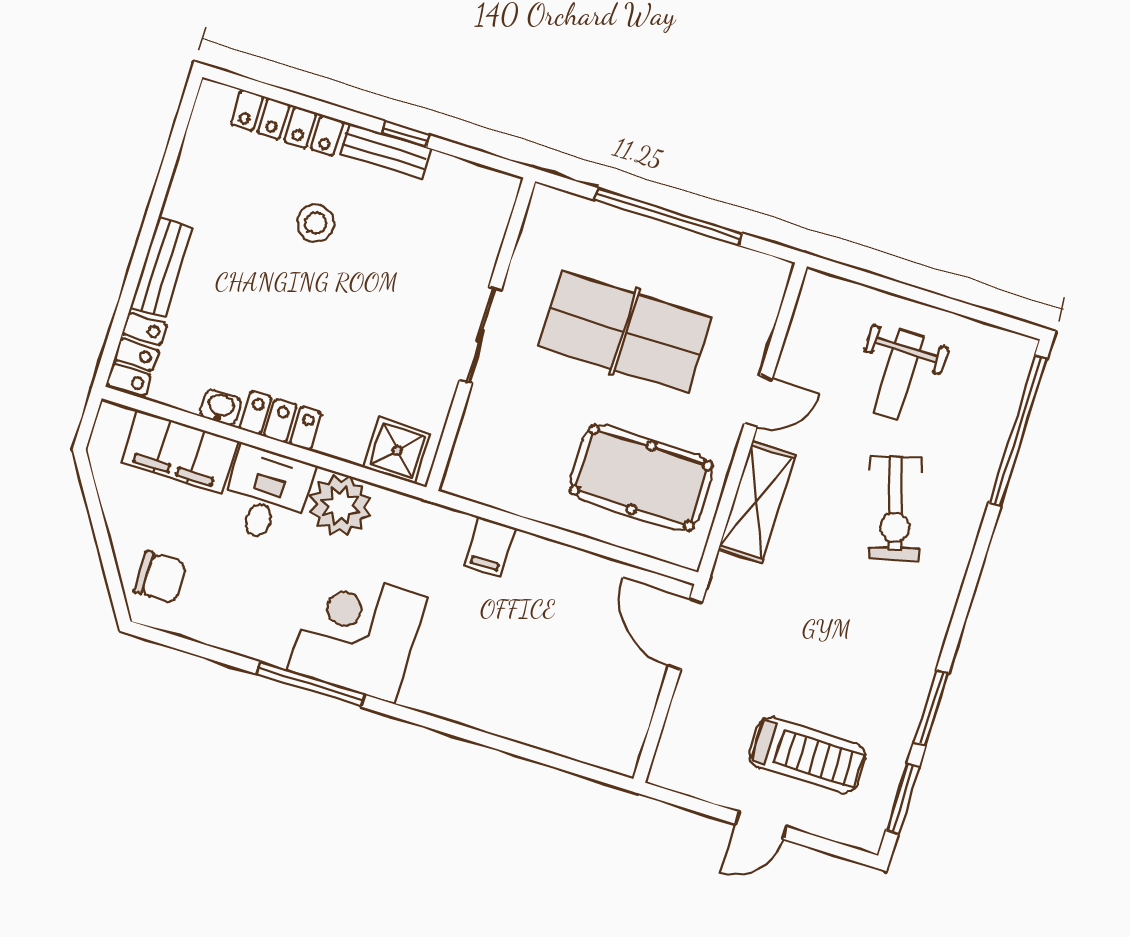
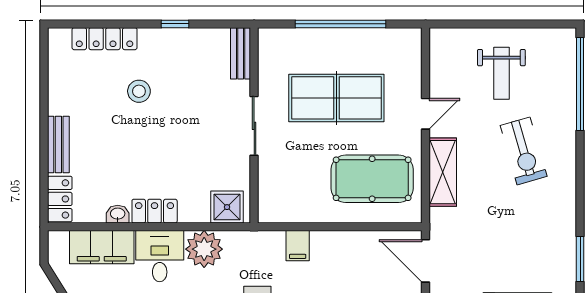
bench: (385, 151) -> (241, 53), moved, turned 90

